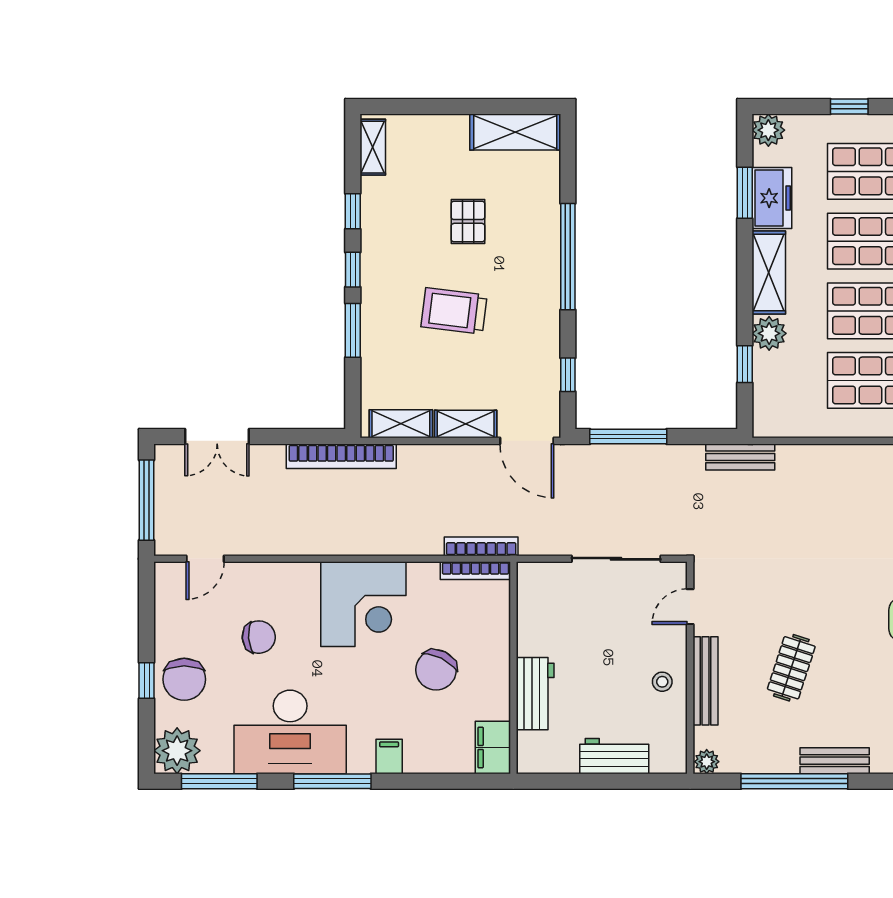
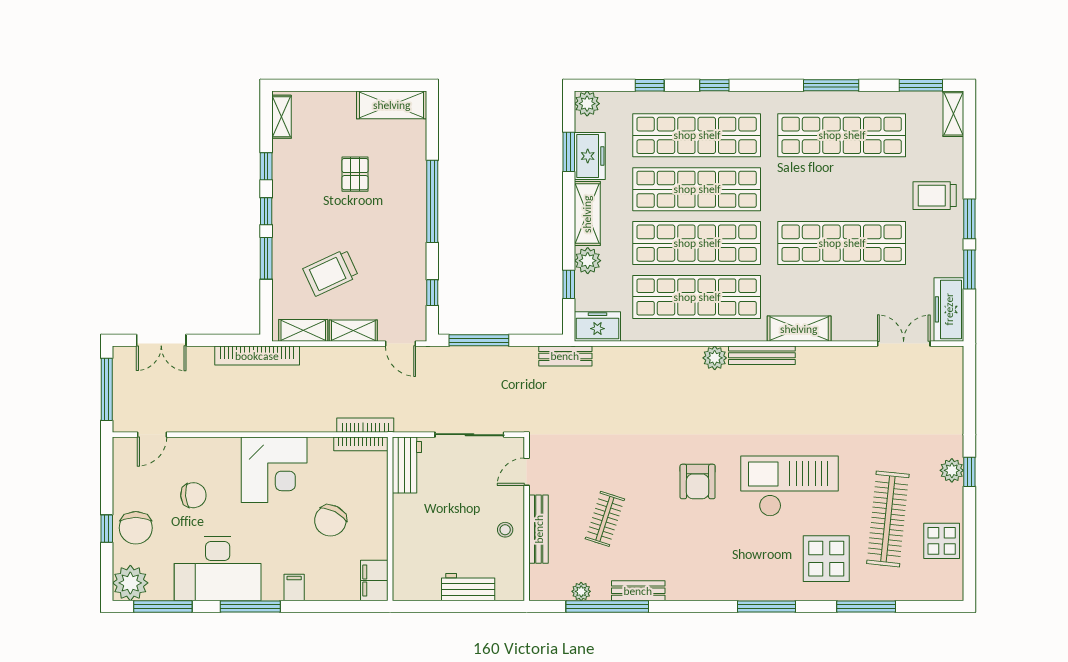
trolley: (454, 311) -> (331, 273), moved, turned -32
freezer: (782, 419) -> (597, 326), added
door: (527, 441) -> (401, 344), width x0.73
workbench: (535, 694) -> (407, 465), moved
plant: (707, 762) -> (581, 591), moved

